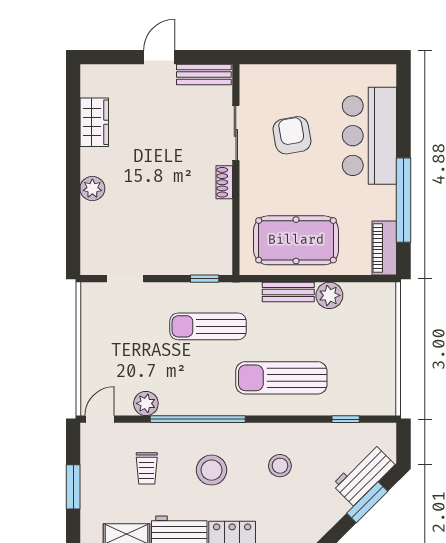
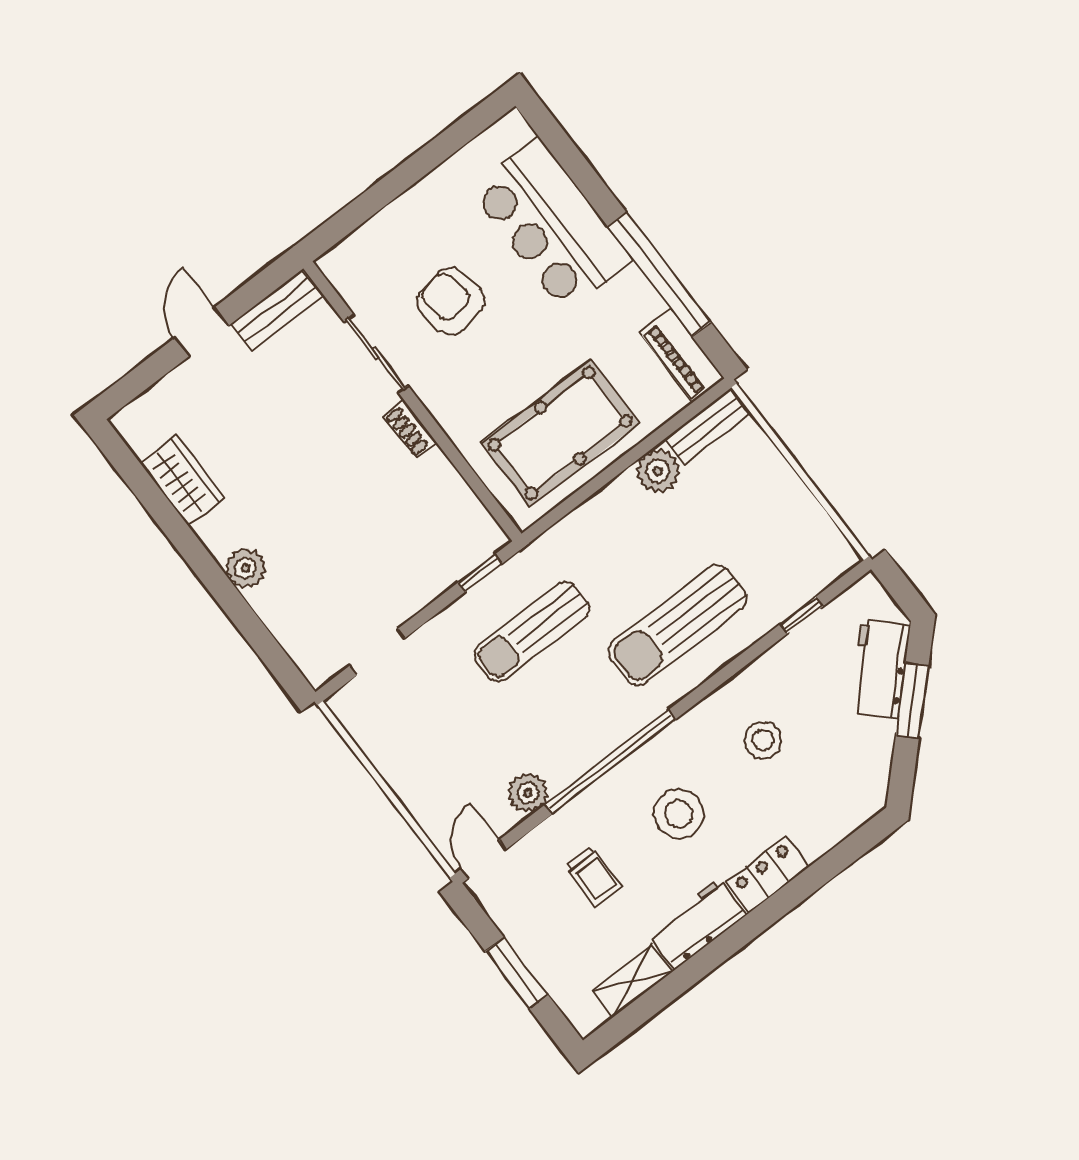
bench: (288, 292) -> (708, 426), moved

